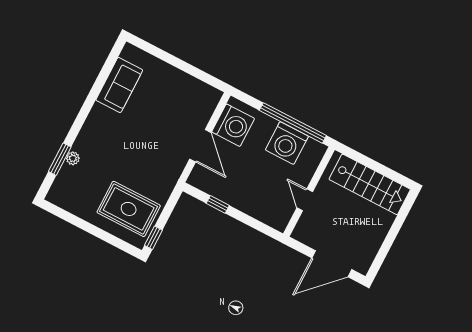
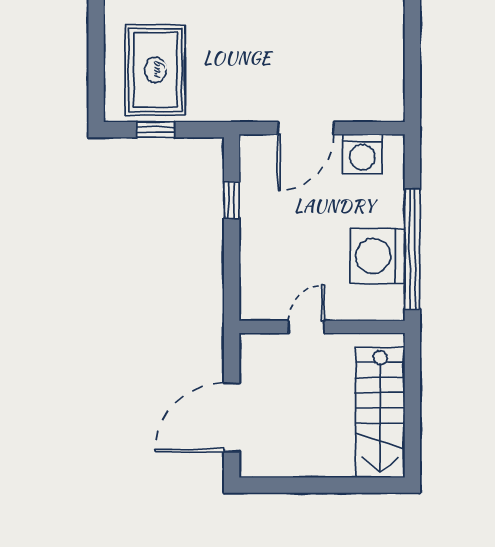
washing machine: (233, 125) -> (362, 154), width x0.73, depth x0.73
window: (153, 238) -> (156, 130), moved
door: (332, 264) -> (232, 417), hinge flipped

